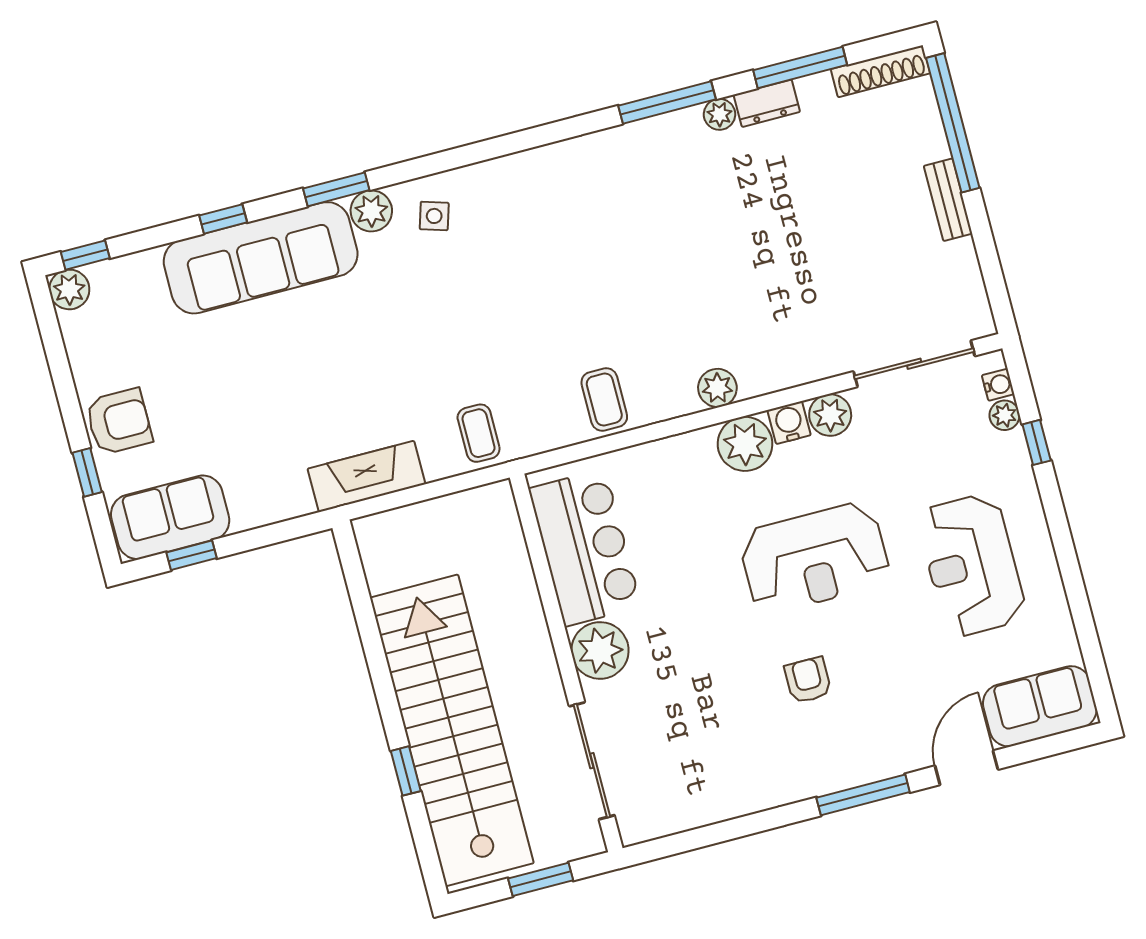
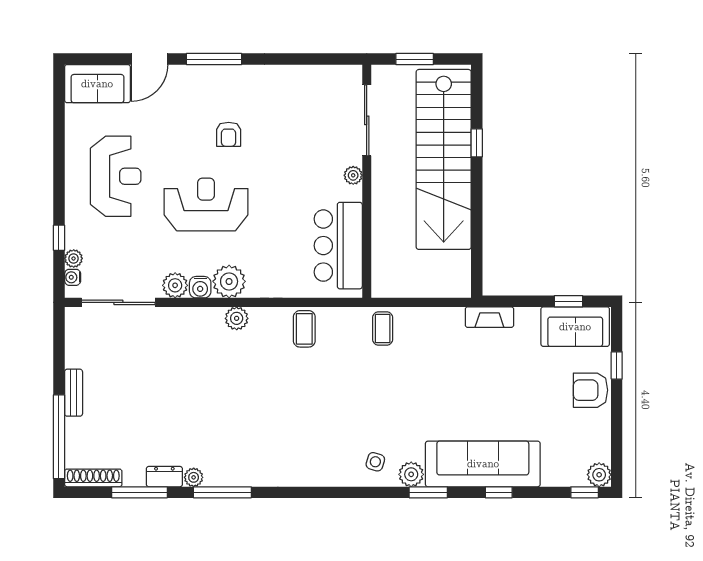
fireplace: (367, 476) -> (489, 317), moved, width x0.73, depth x0.76
plant: (600, 650) -> (353, 175), width x0.53, depth x0.53

